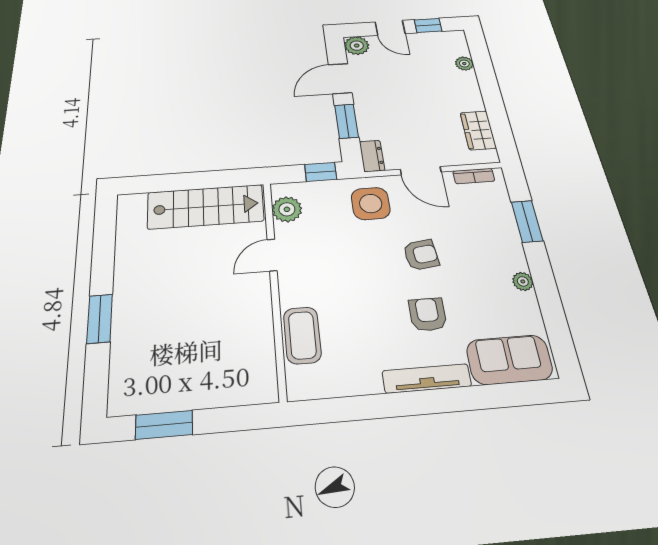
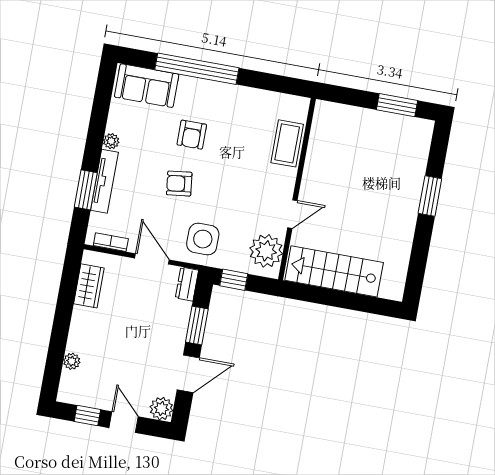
plant: (287, 209) -> (266, 251), width x1.36, depth x1.36
tv unit: (427, 378) -> (104, 181), moved, turned -90
window: (453, 400) -> (197, 69), added

